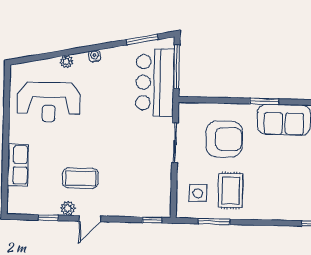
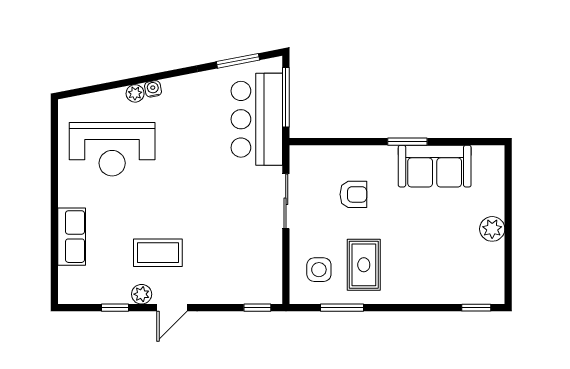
water cooler: (95, 56) -> (153, 89), moved
armchair: (224, 139) -> (353, 194), width x0.53, depth x0.53

